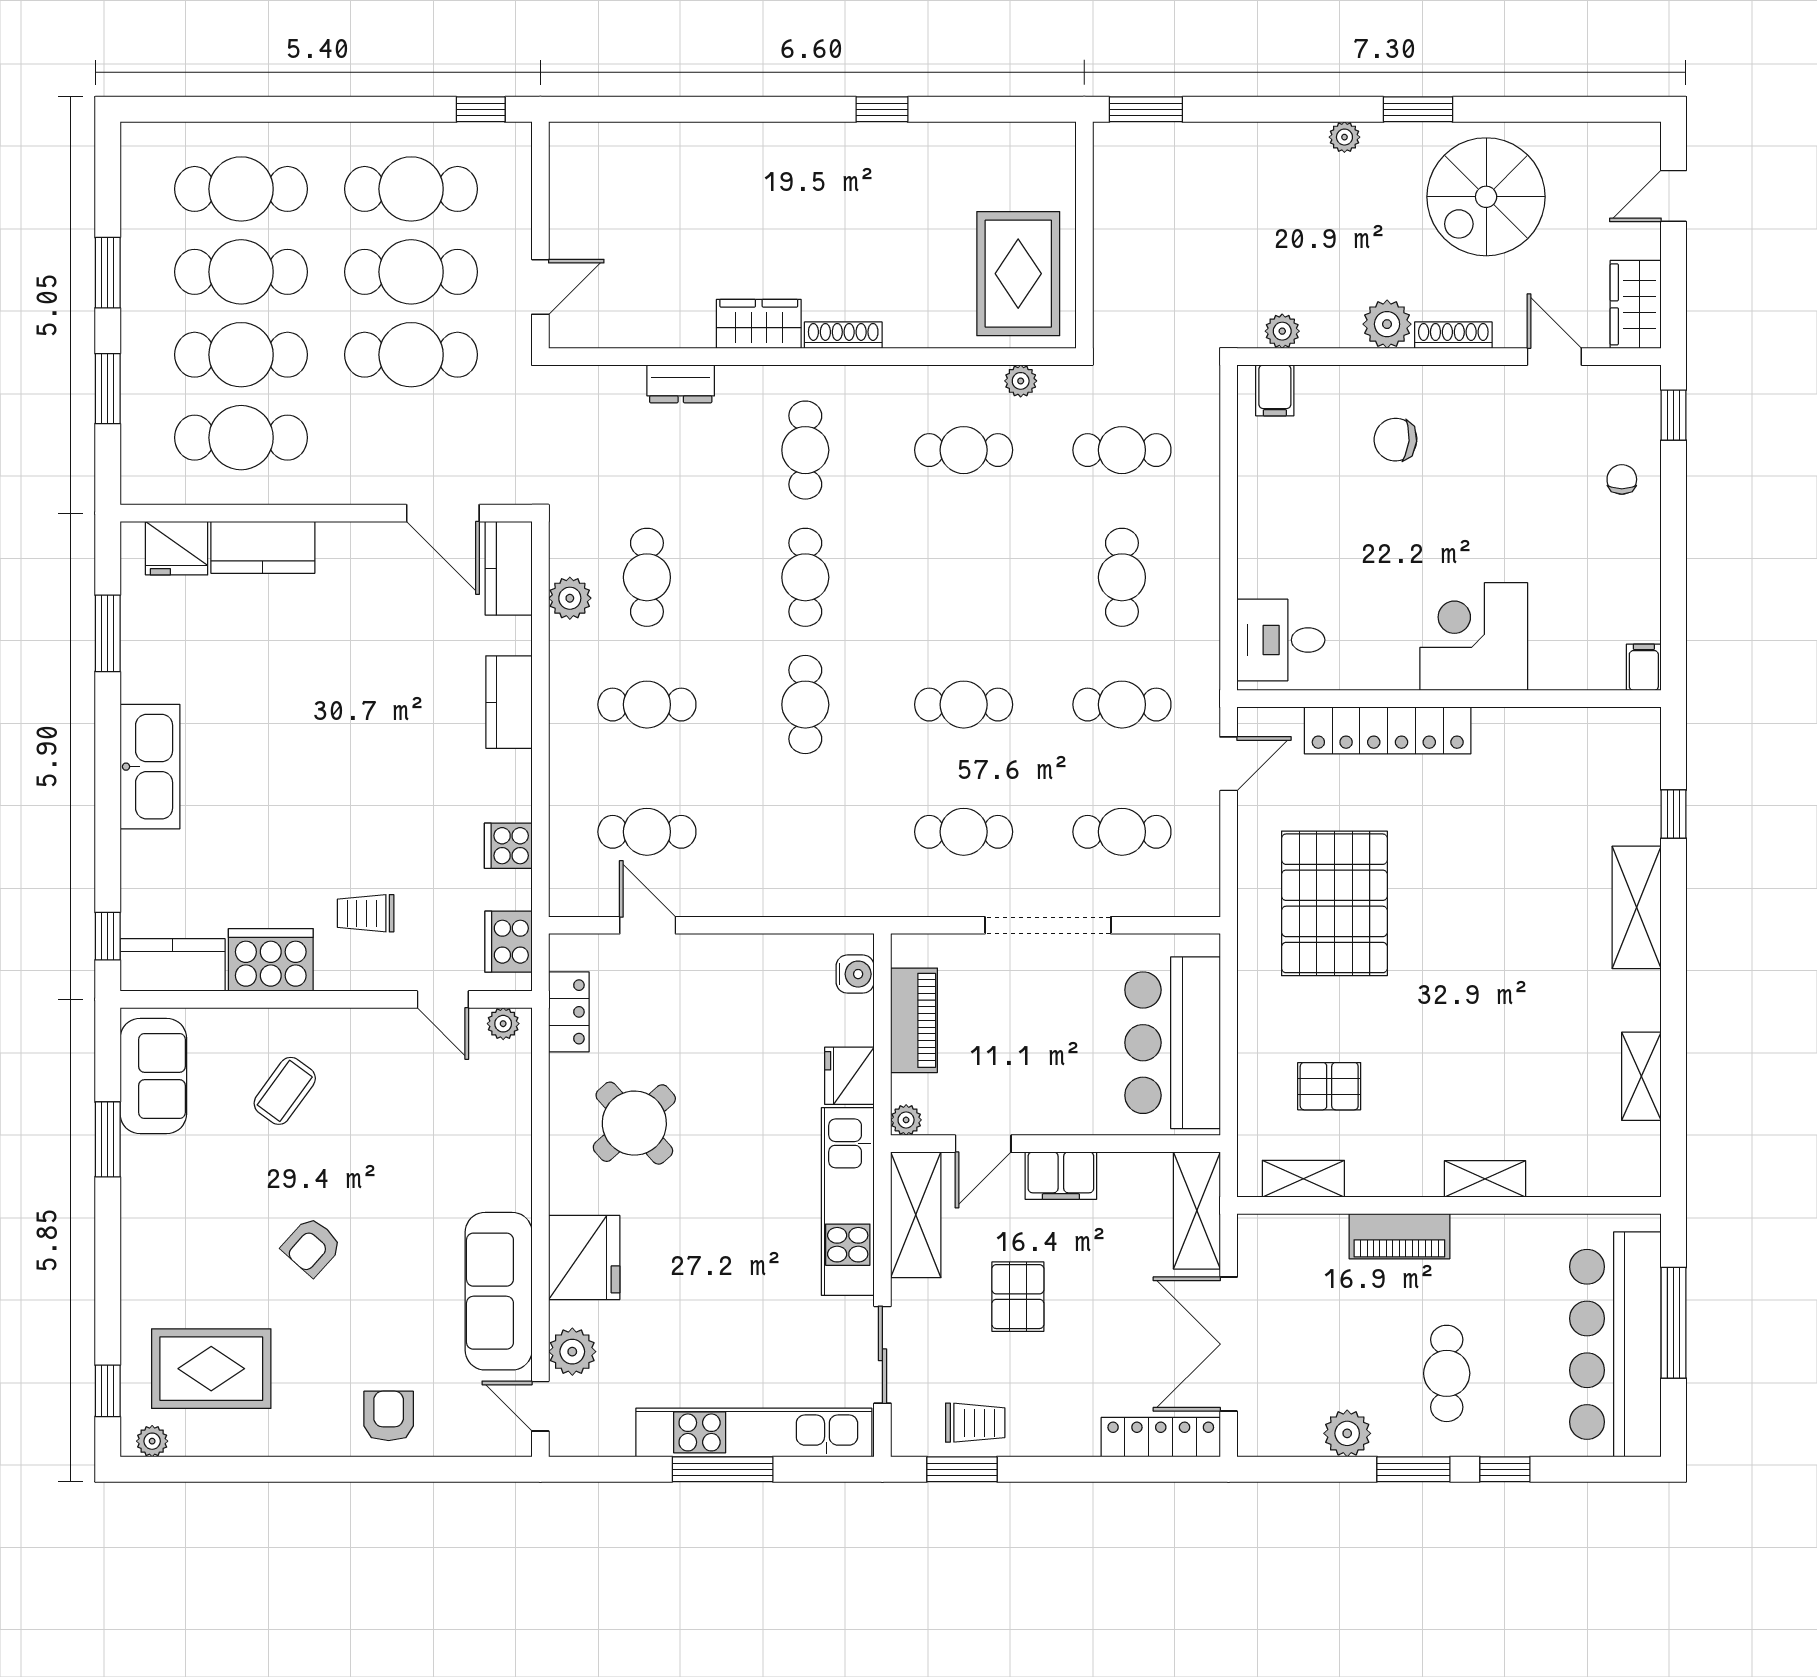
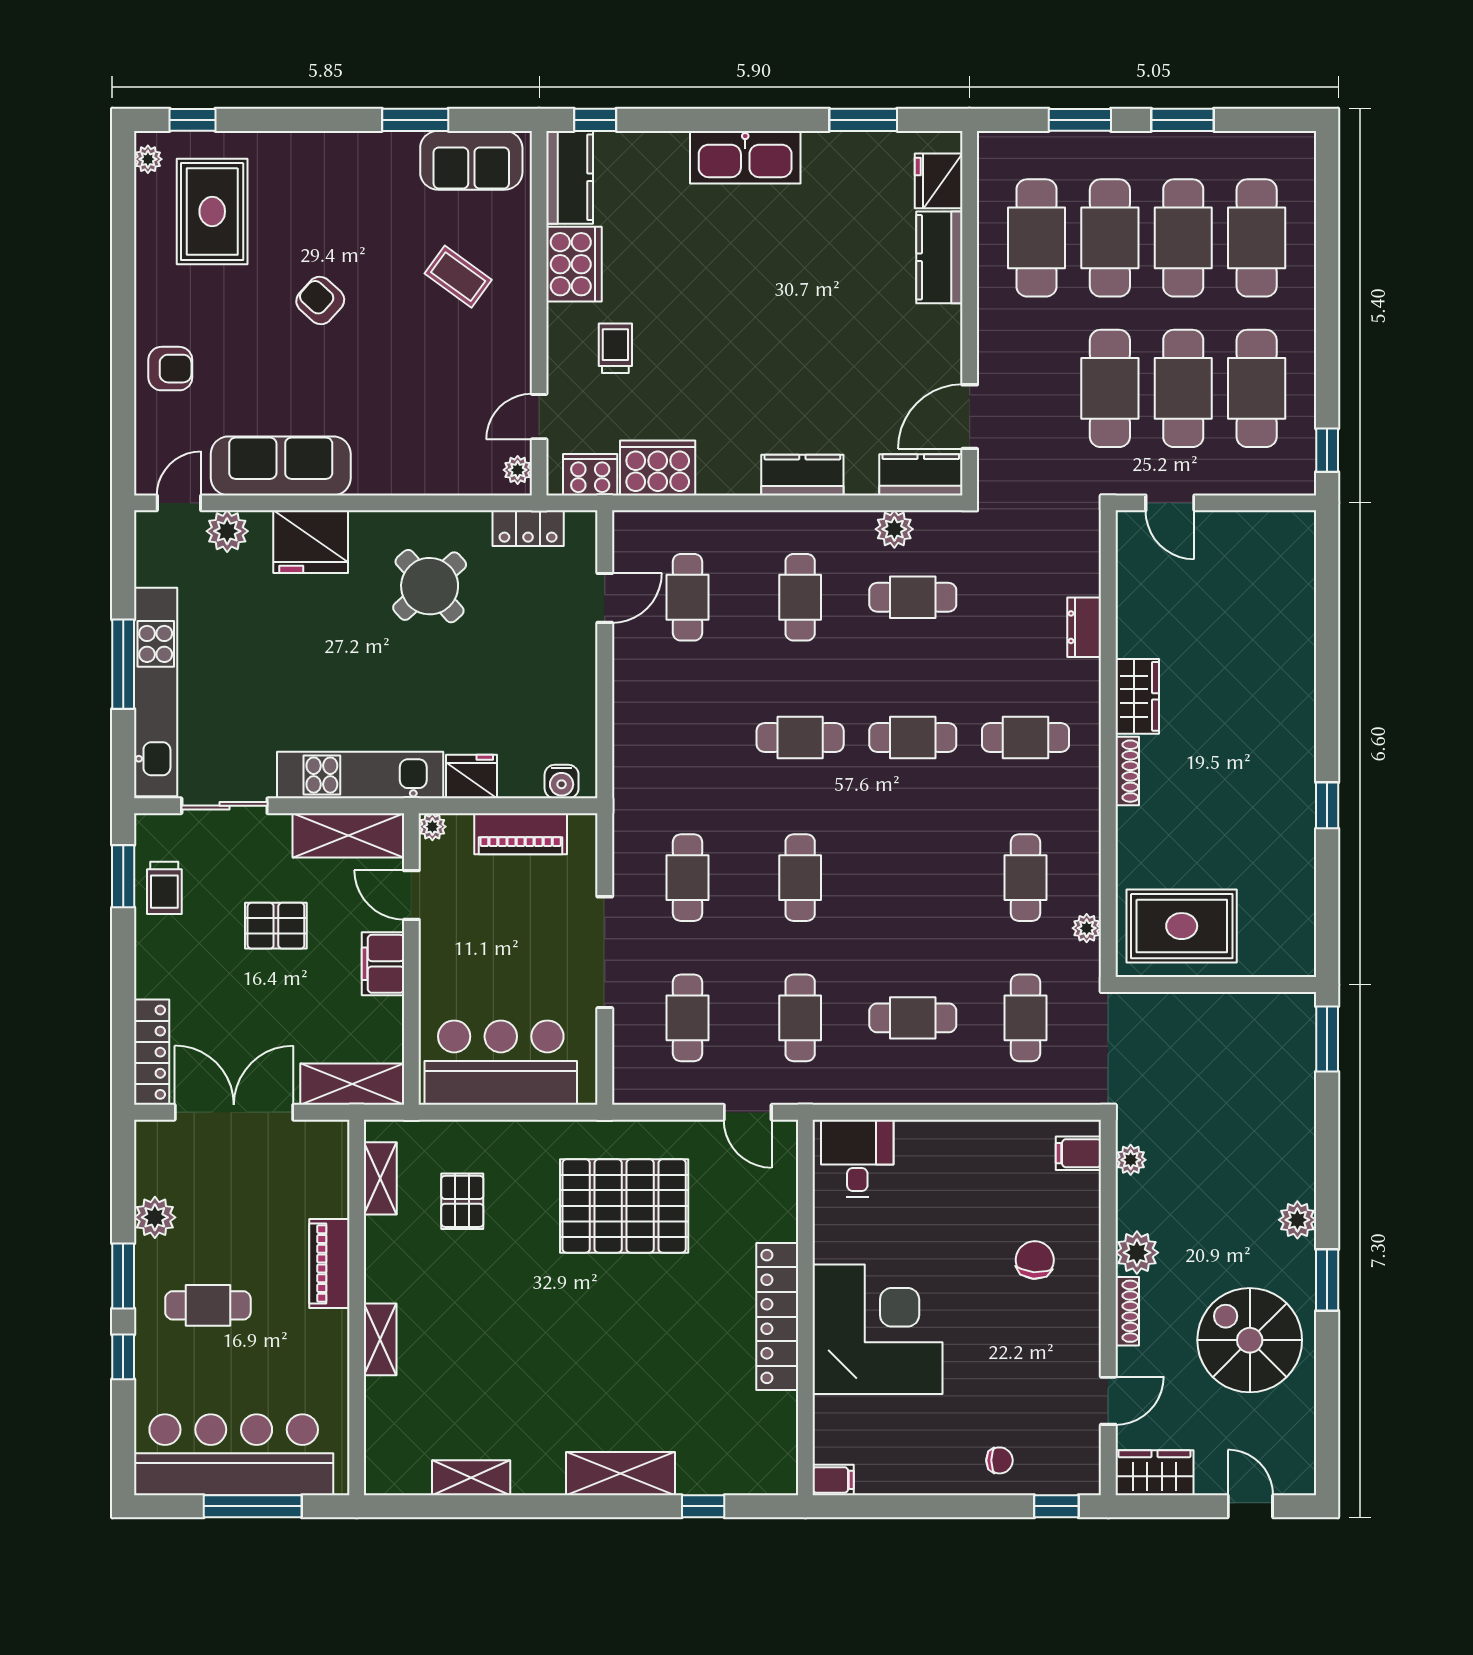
plant: (1344, 137) -> (1297, 1220), width x1.38, depth x1.38
corner desk: (1474, 637) -> (878, 1329), width x1.36, depth x1.36
locker: (1388, 730) -> (777, 1317), moved
cooker: (508, 846) -> (658, 468), width x1.87, depth x1.31

